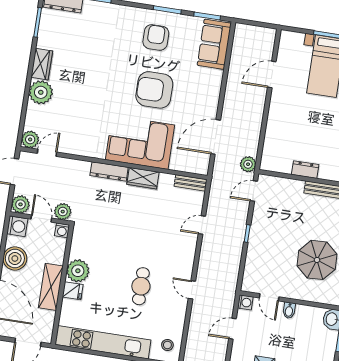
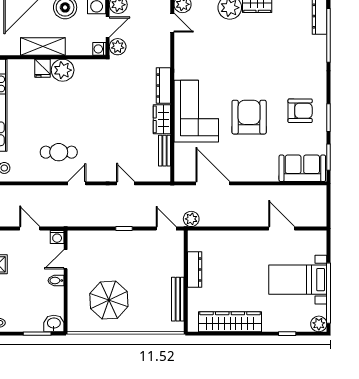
dresser: (305, 170) -> (195, 270), width x1.44
bench: (191, 183) -> (165, 151), moved
cafe table: (141, 286) -> (59, 152), moved
door: (192, 290) -> (77, 183), moved

